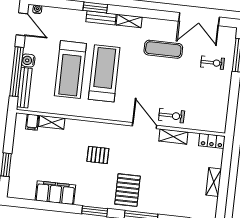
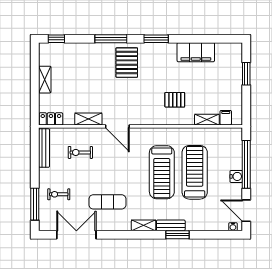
bench: (24, 88) -> (44, 148), moved
exercise bike: (172, 116) -> (80, 152), moved
pallet: (98, 155) -> (175, 100), moved

